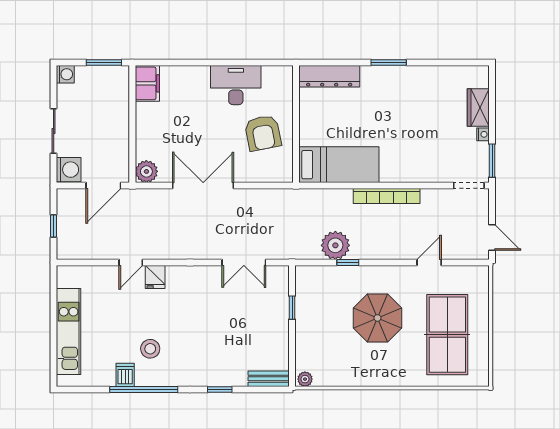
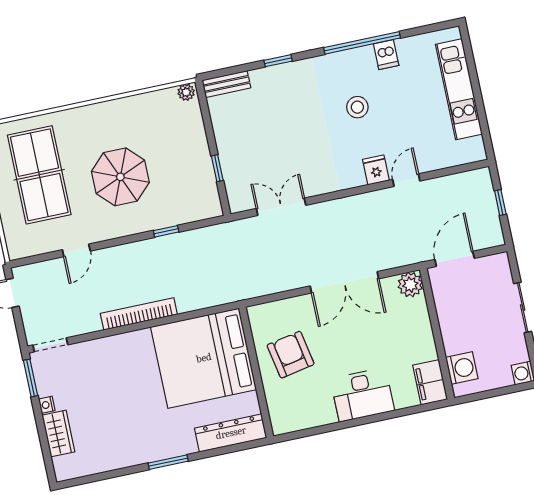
window: (104, 62) -> (483, 395), removed
desk: (236, 85) -> (362, 395), moved
bed: (339, 165) -> (204, 358), width x2.04
washing machine: (69, 170) -> (462, 368), moved, turned 180
plant: (335, 245) -> (184, 247), removed
stool: (150, 349) -> (357, 107), moved

